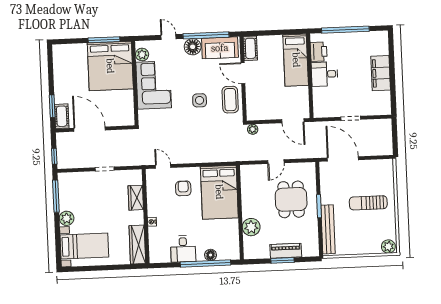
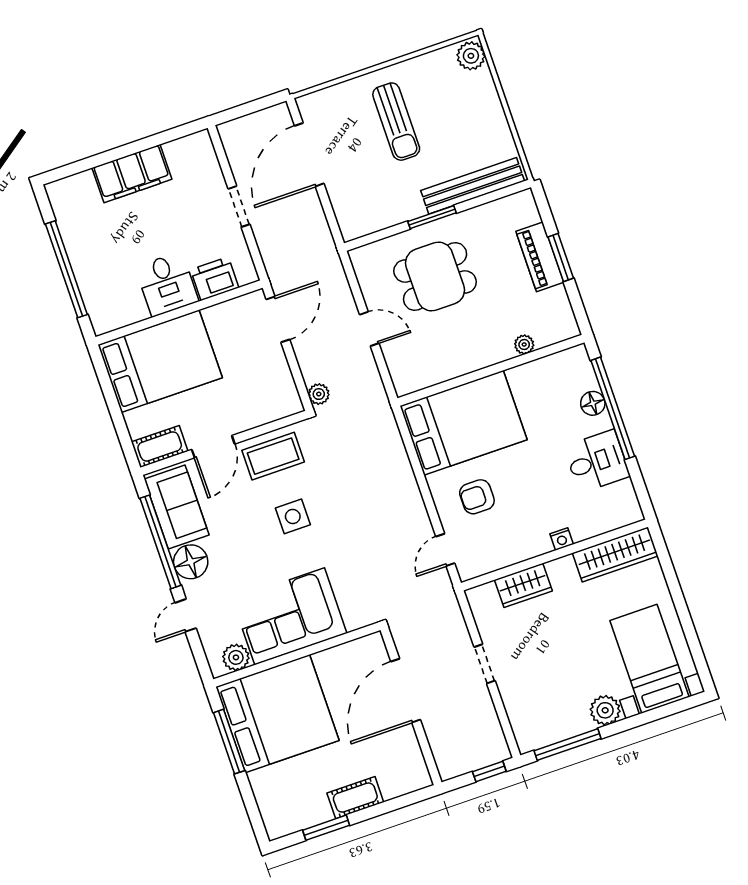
printer: (319, 52) -> (215, 279), moved
bed: (296, 60) -> (160, 361), width x1.50
window: (52, 106) -> (326, 828), moved
cot: (62, 116) -> (355, 798), moved
door: (90, 129) -> (406, 691), moved
door: (343, 159) -> (309, 155), moved
plant: (251, 227) -> (524, 344), width x0.53, depth x0.53

